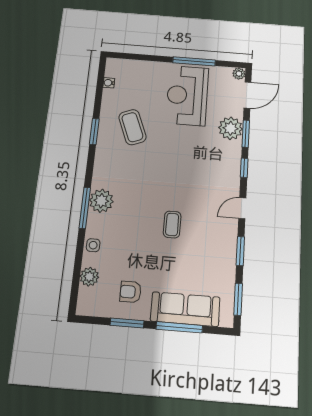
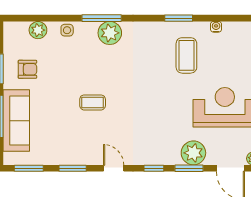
water cooler: (109, 83) -> (216, 27), moved
coffee table: (132, 127) -> (186, 55), turned -68
armchair: (131, 292) -> (27, 69), turned 90

